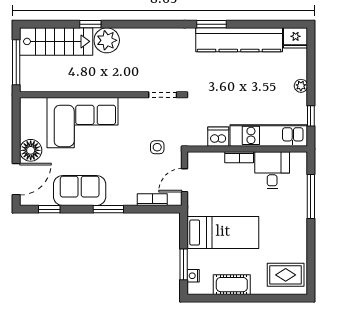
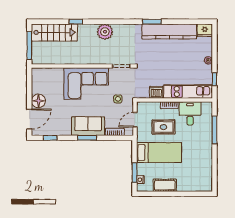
plant: (107, 40) -> (105, 32), moved
corner sofa: (83, 123) -> (86, 84), moved
sofa: (80, 191) -> (88, 126), moved
rug: (286, 275) -> (163, 127), moved

